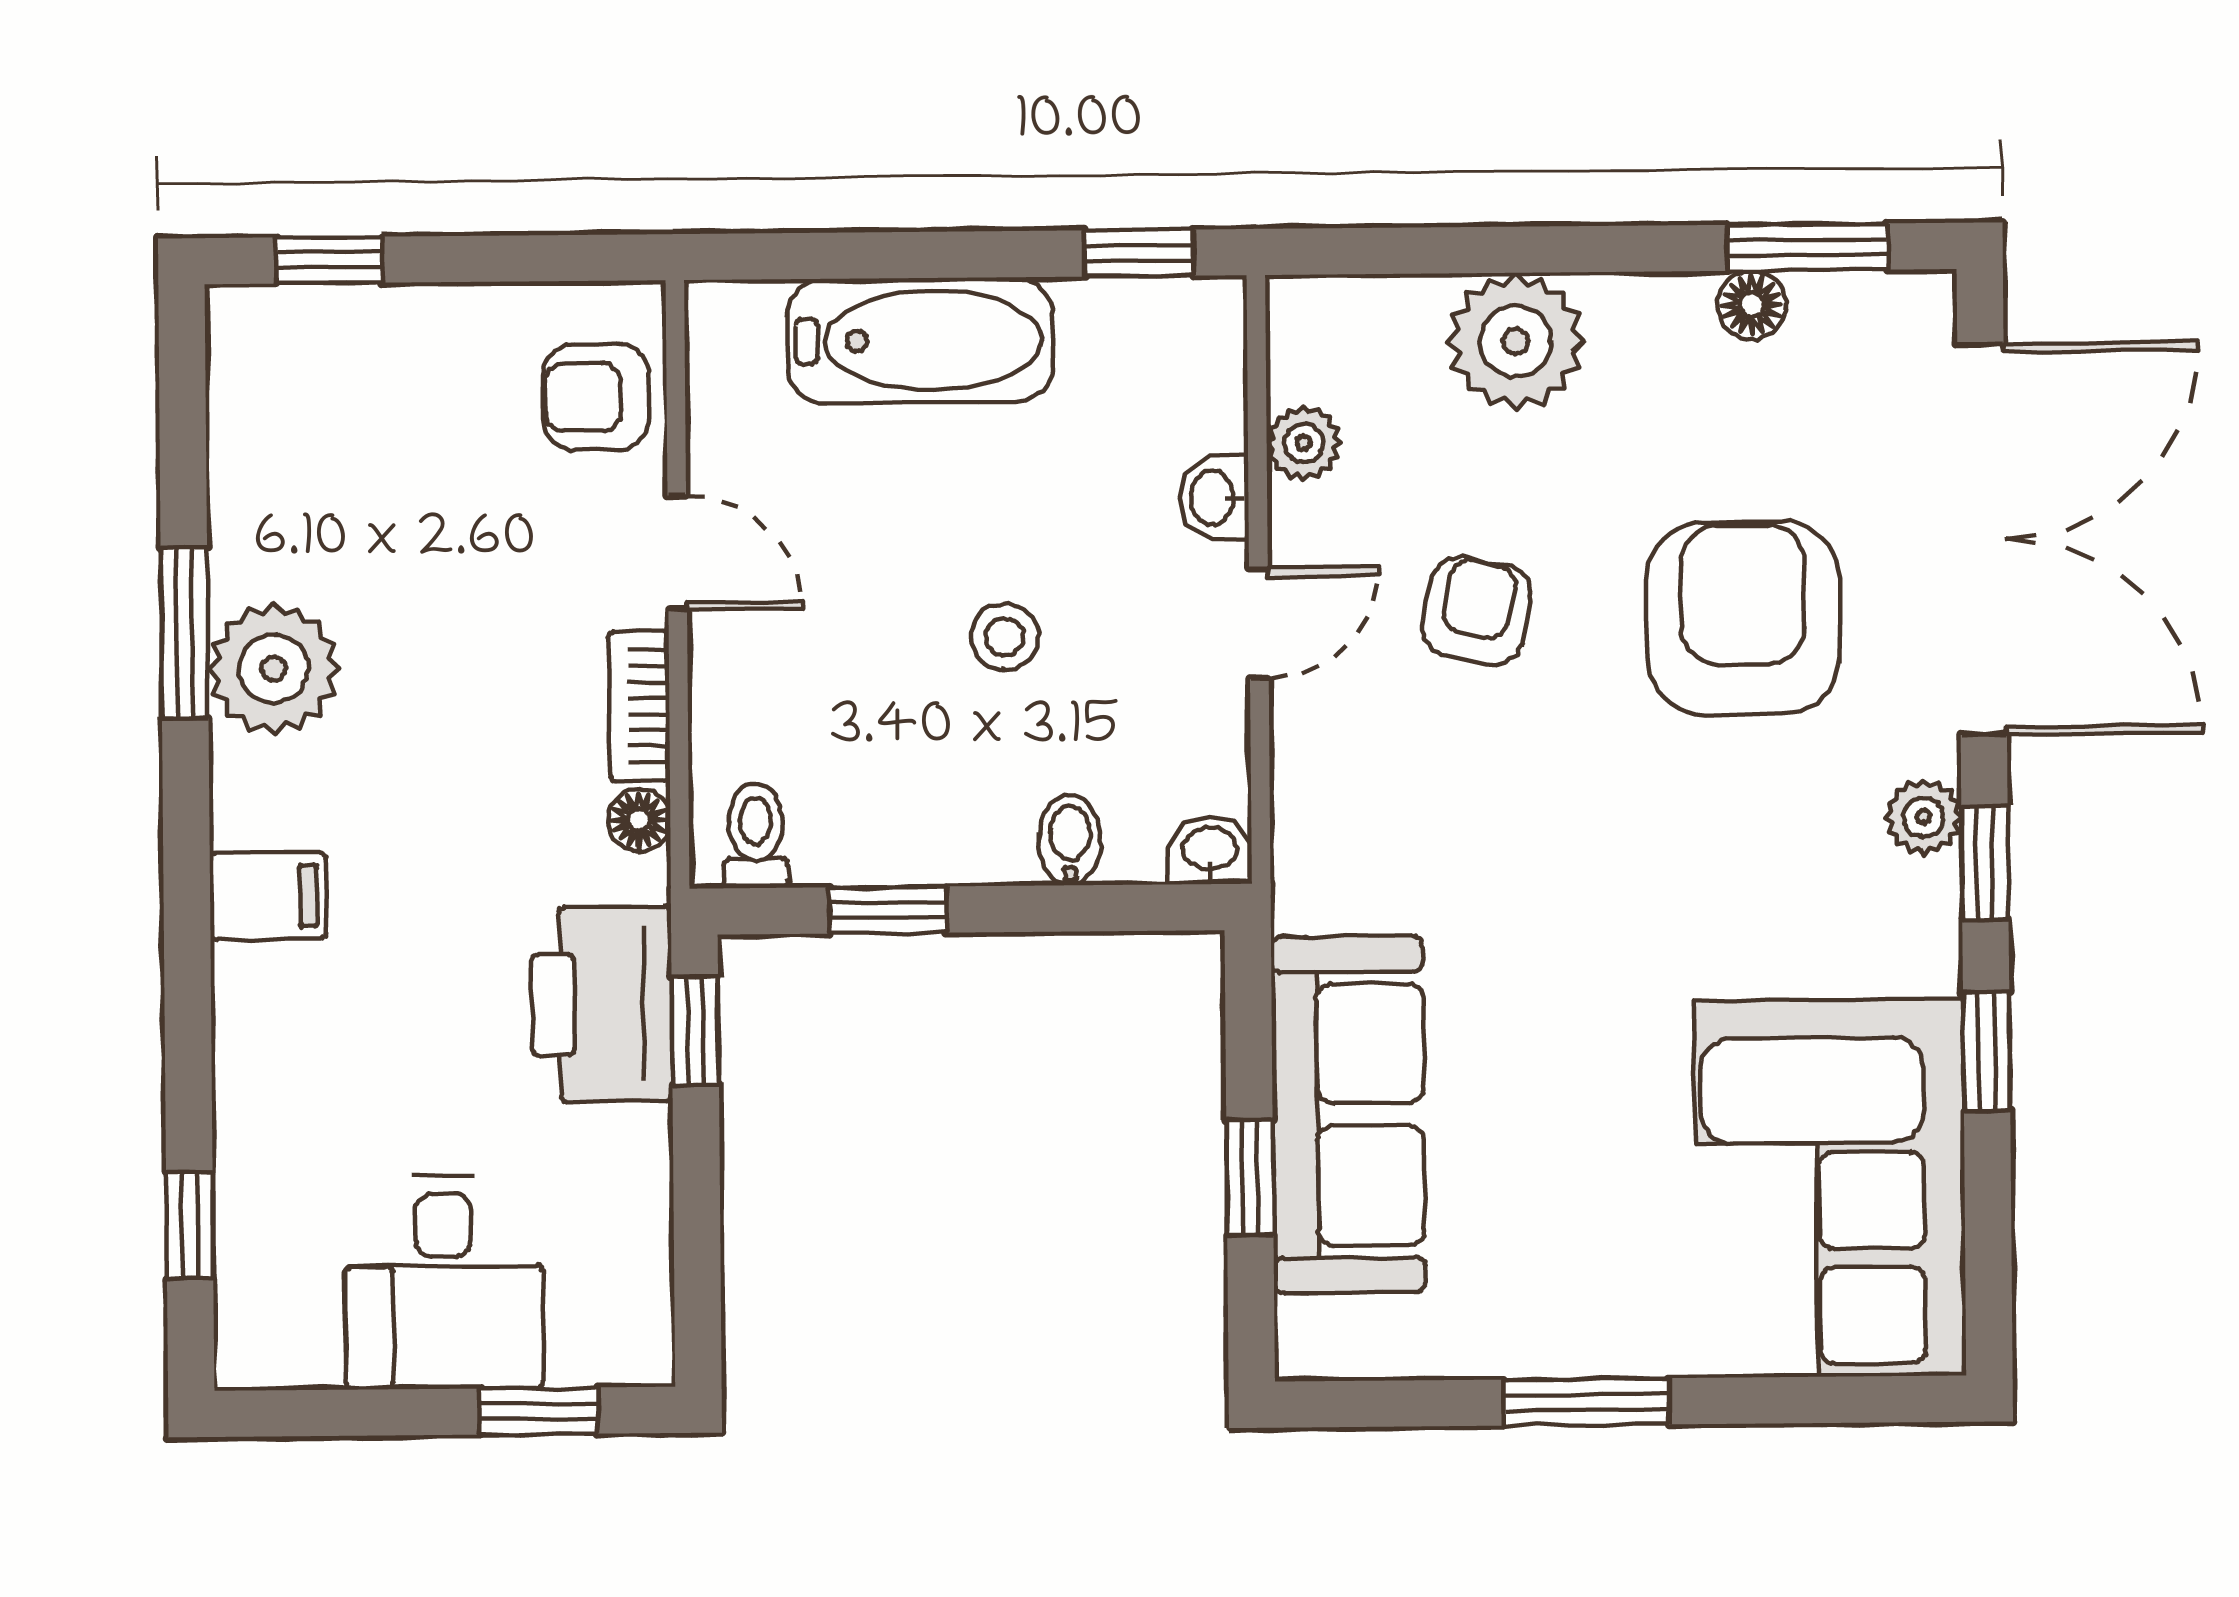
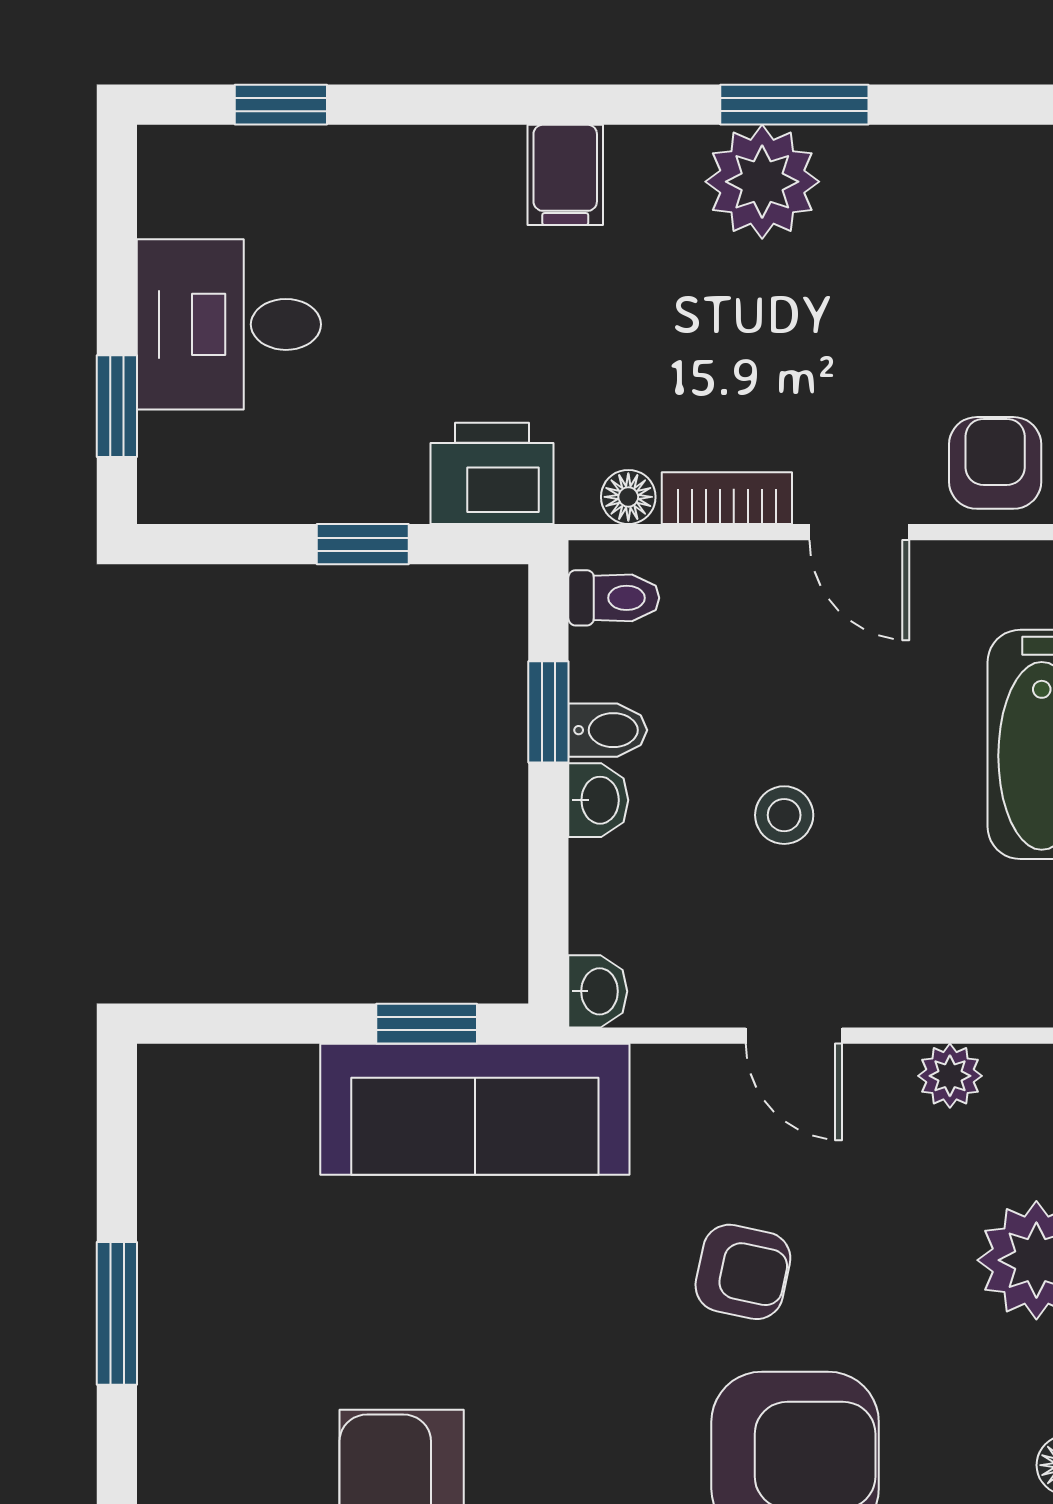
washbasin: (1214, 498) -> (598, 800), moved, turned 90
door: (677, 553) -> (859, 532), hinge flipped
armchair: (1477, 611) -> (743, 1272), moved
bidet: (1070, 840) -> (608, 730), moved
printer: (602, 1004) -> (492, 473), width x0.73, depth x0.84
window: (695, 1030) -> (363, 544), moved
sofa: (1348, 1115) -> (475, 1109), moved
window: (1250, 1178) -> (427, 1024), moved

